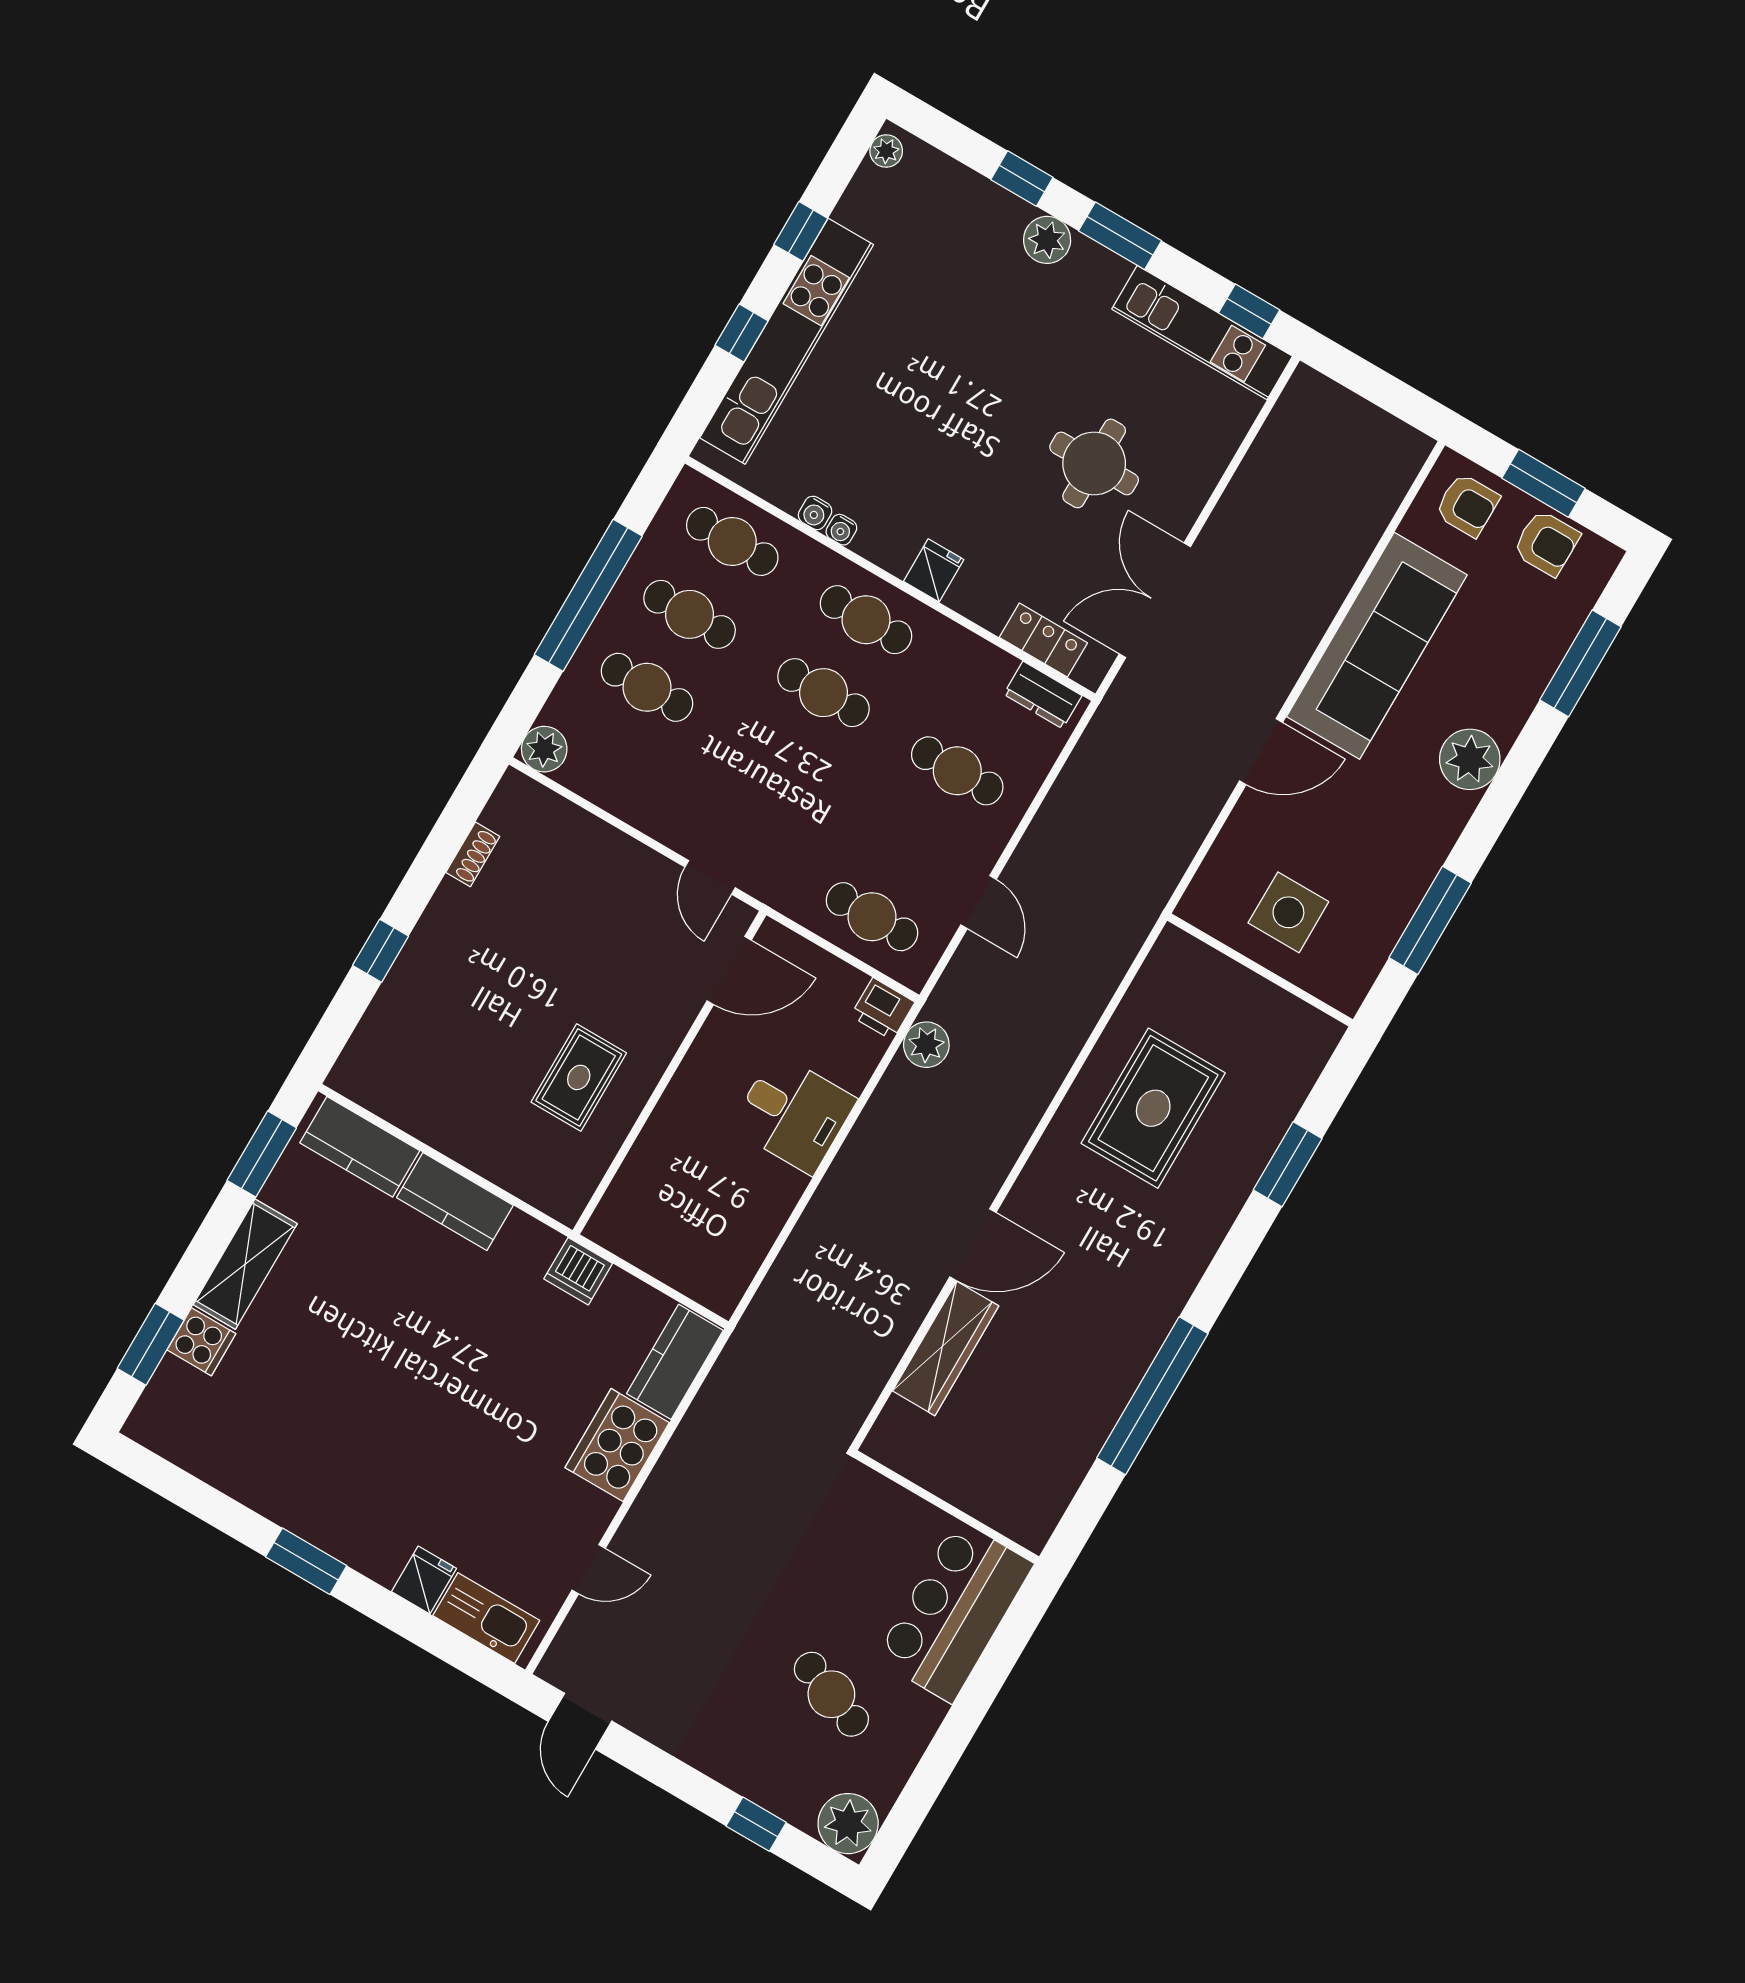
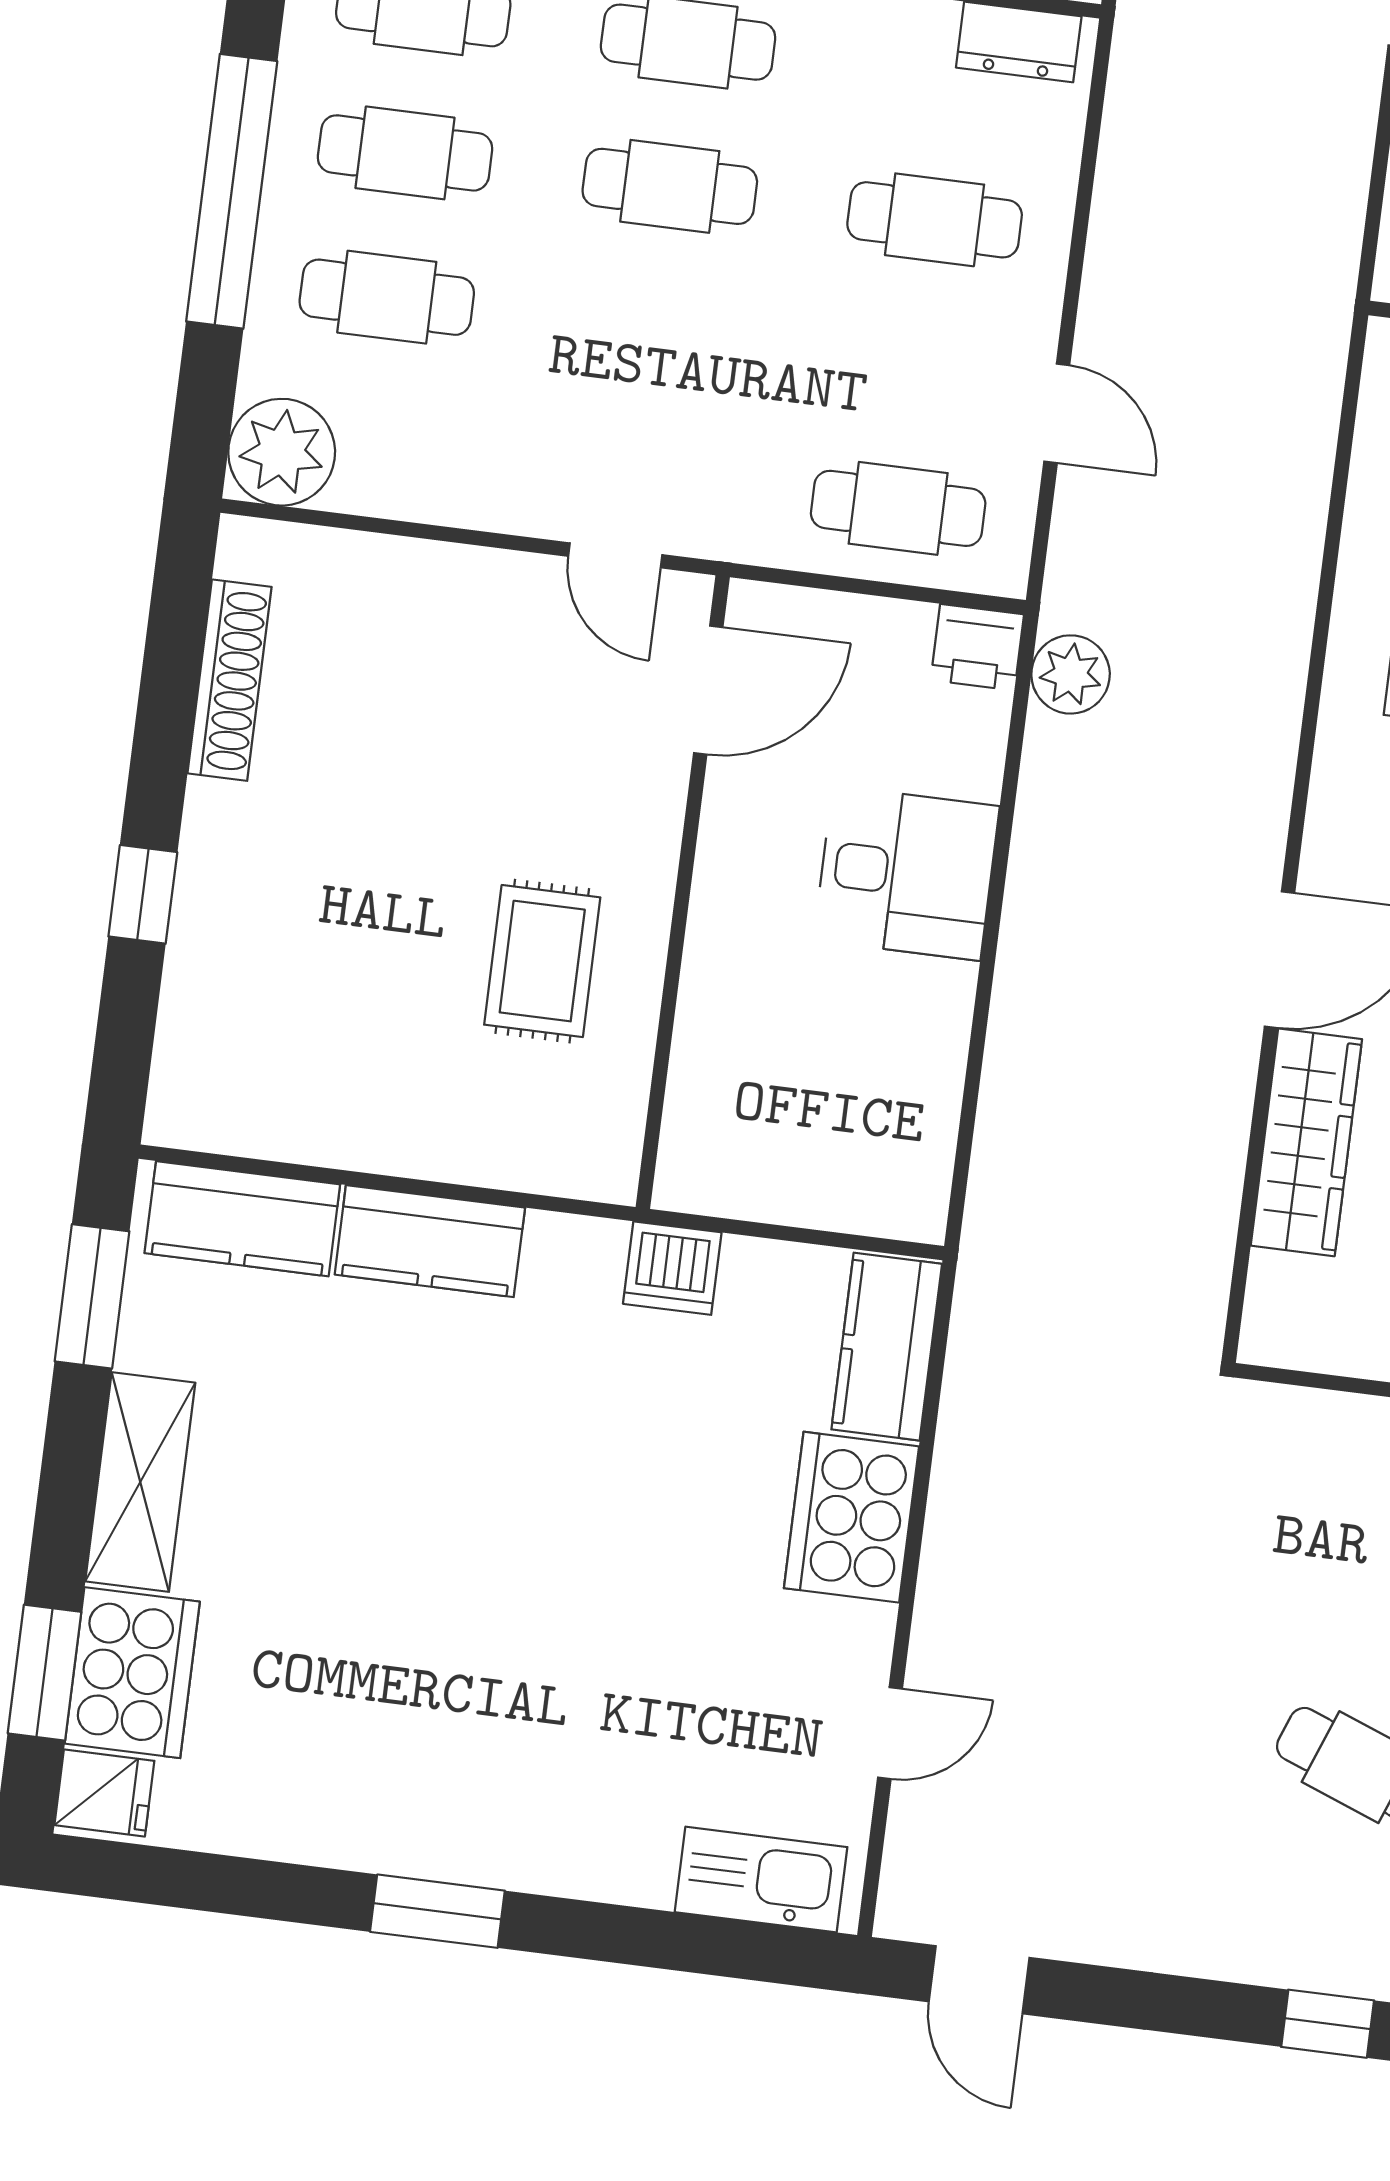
plant: (544, 749) -> (282, 452), width x1.36, depth x1.36
shoe rack: (473, 854) -> (229, 680), width x1.94, depth x1.24
cooker: (201, 1342) -> (132, 1673), width x1.87, depth x1.31
fridge: (424, 1580) -> (104, 1793), moved, turned 90

